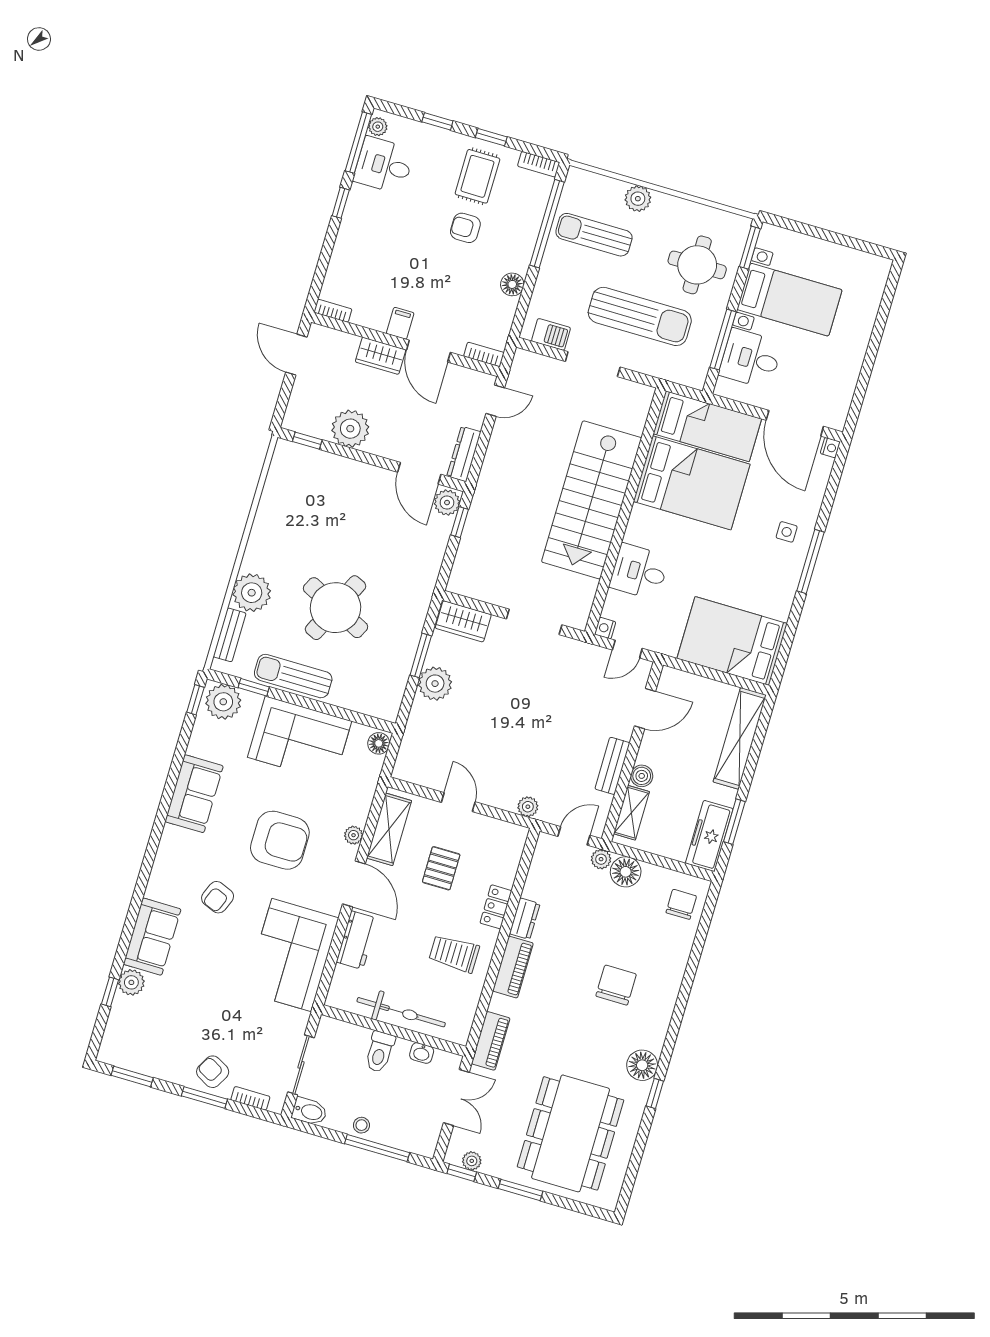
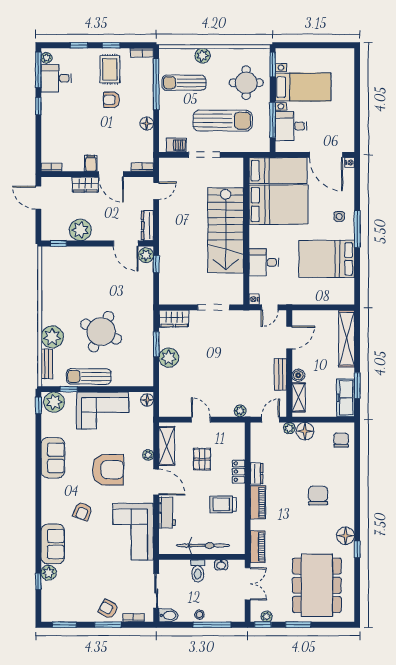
bed: (732, 641) -> (327, 259), moved

